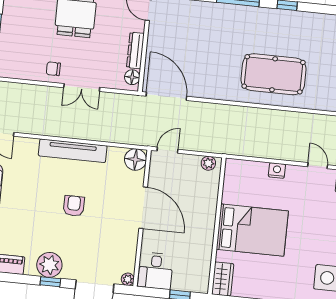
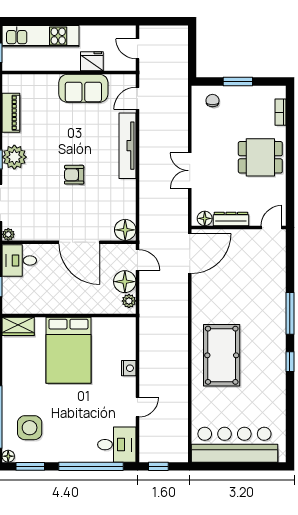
chair: (53, 69) -> (212, 101), moved
tv unit: (73, 151) -> (127, 146), moved
floor lamp: (188, 165) -> (125, 282), added
armchair: (74, 206) -> (74, 175), turned 180
door: (143, 208) -> (79, 242), hinge flipped

